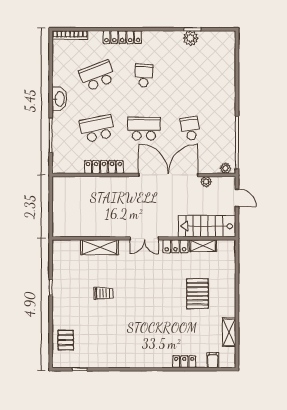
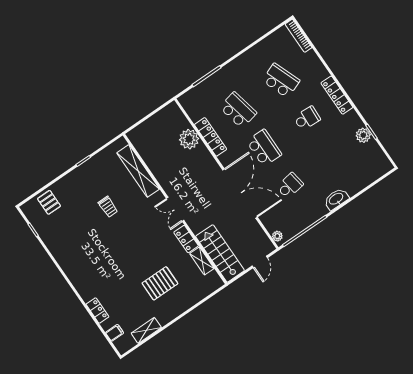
locker: (122, 37) -> (337, 95), moved
washbasin: (59, 99) -> (336, 199), moved, turned 180
plant: (206, 182) -> (189, 139), moved, width x1.87, depth x1.87
shelving: (100, 247) -> (138, 171), width x1.47
pallet: (66, 340) -> (49, 202), turned 90

